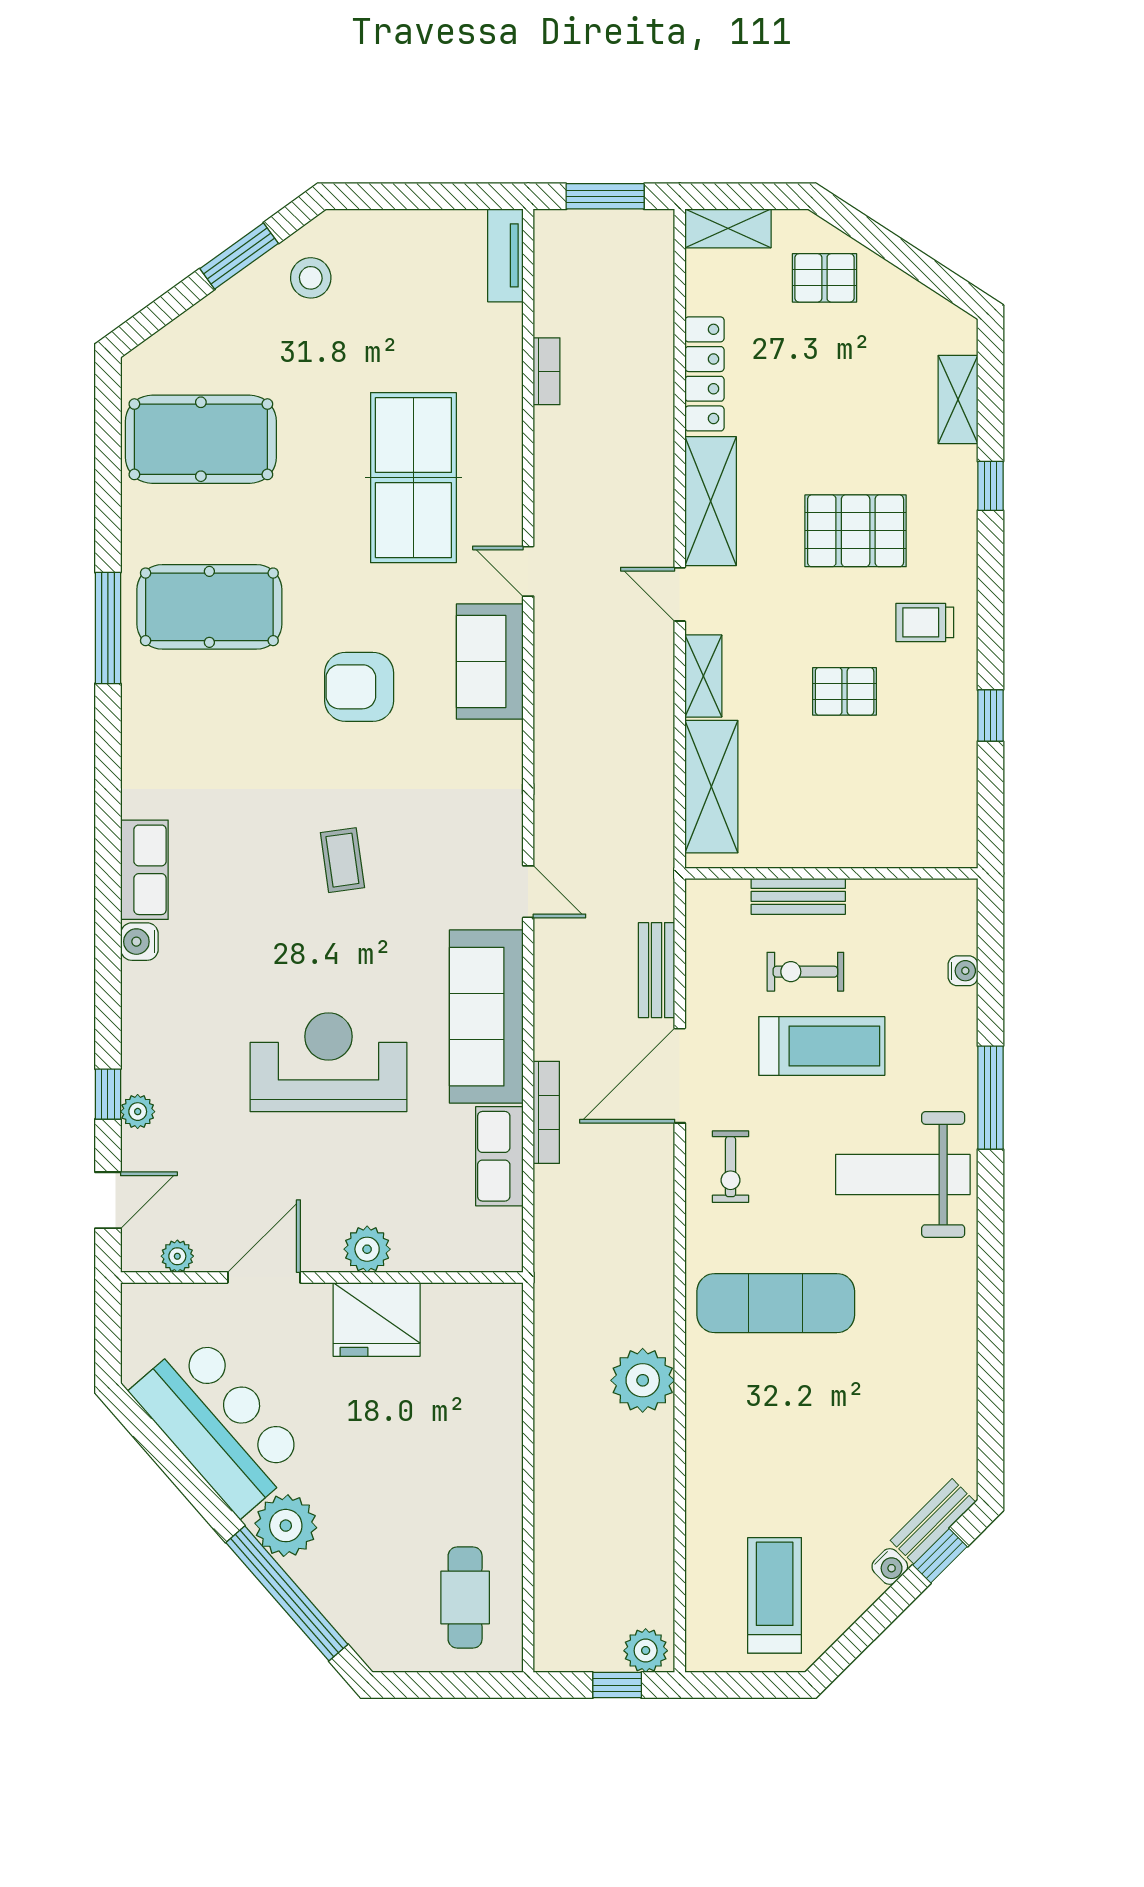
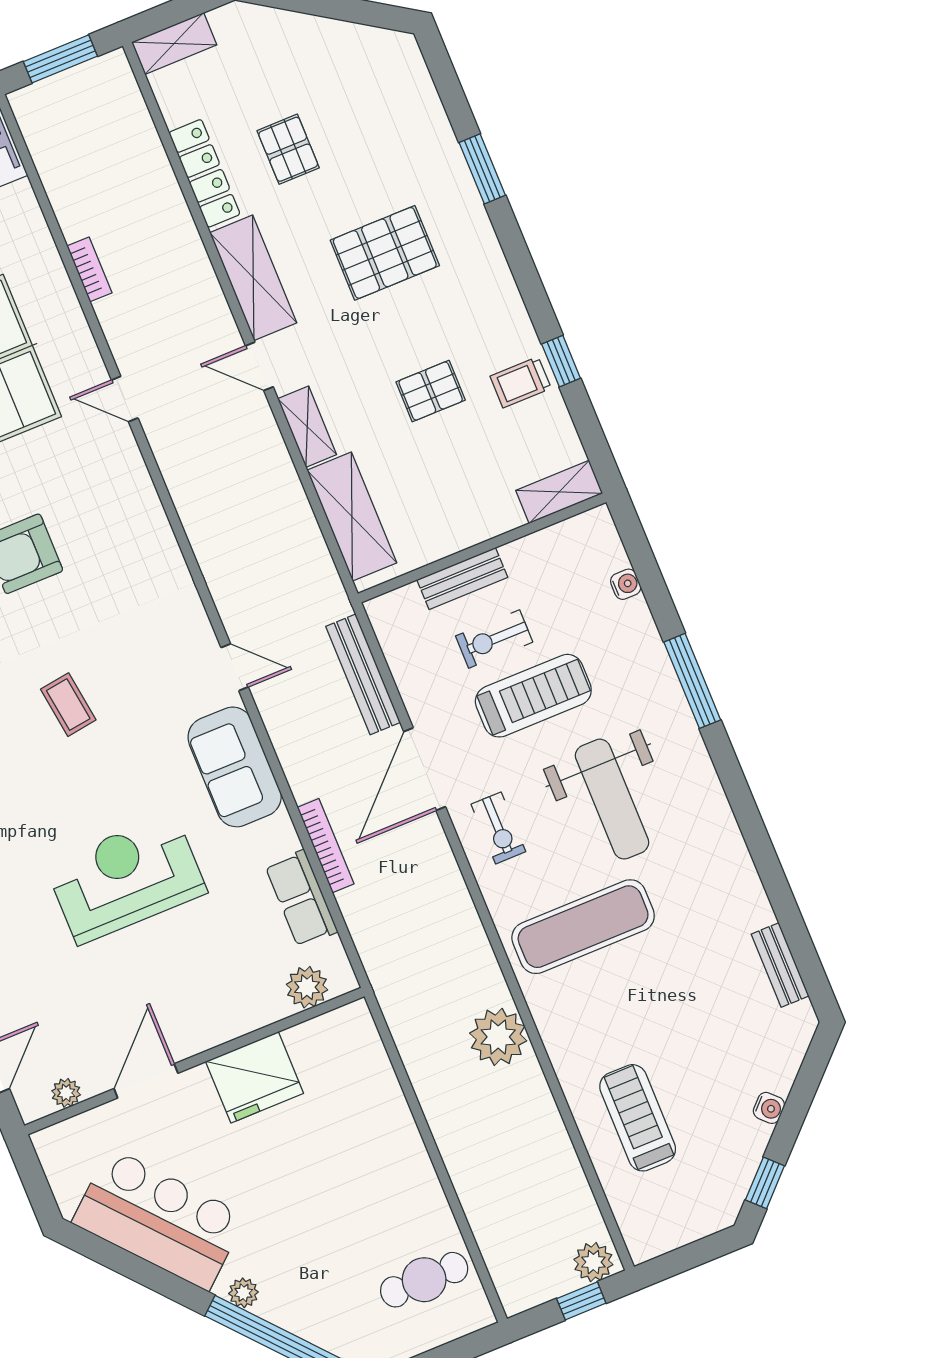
pallet: (824, 278) -> (288, 149), moved, turned 90
bookcase: (547, 371) -> (89, 269), moved
shelving: (958, 400) -> (559, 492), moved, turned 90
window: (990, 486) -> (482, 169), width x1.50
trolley: (925, 622) -> (521, 382), moved
sofa: (490, 662) -> (123, 488), removed
bench: (657, 970) -> (363, 674), width x1.36
sofa: (486, 1017) -> (235, 767), width x0.73
weight bench: (903, 1175) -> (612, 799), moved, turned -90
plant: (367, 1249) -> (307, 987), moved
bench: (933, 1521) -> (780, 965), moved, turned -45
plant: (286, 1526) -> (243, 1293), width x0.53, depth x0.53
window: (940, 1556) -> (765, 1183), moved
treadmill: (775, 1595) -> (638, 1118), moved
cafe table: (465, 1598) -> (424, 1280), turned 90

